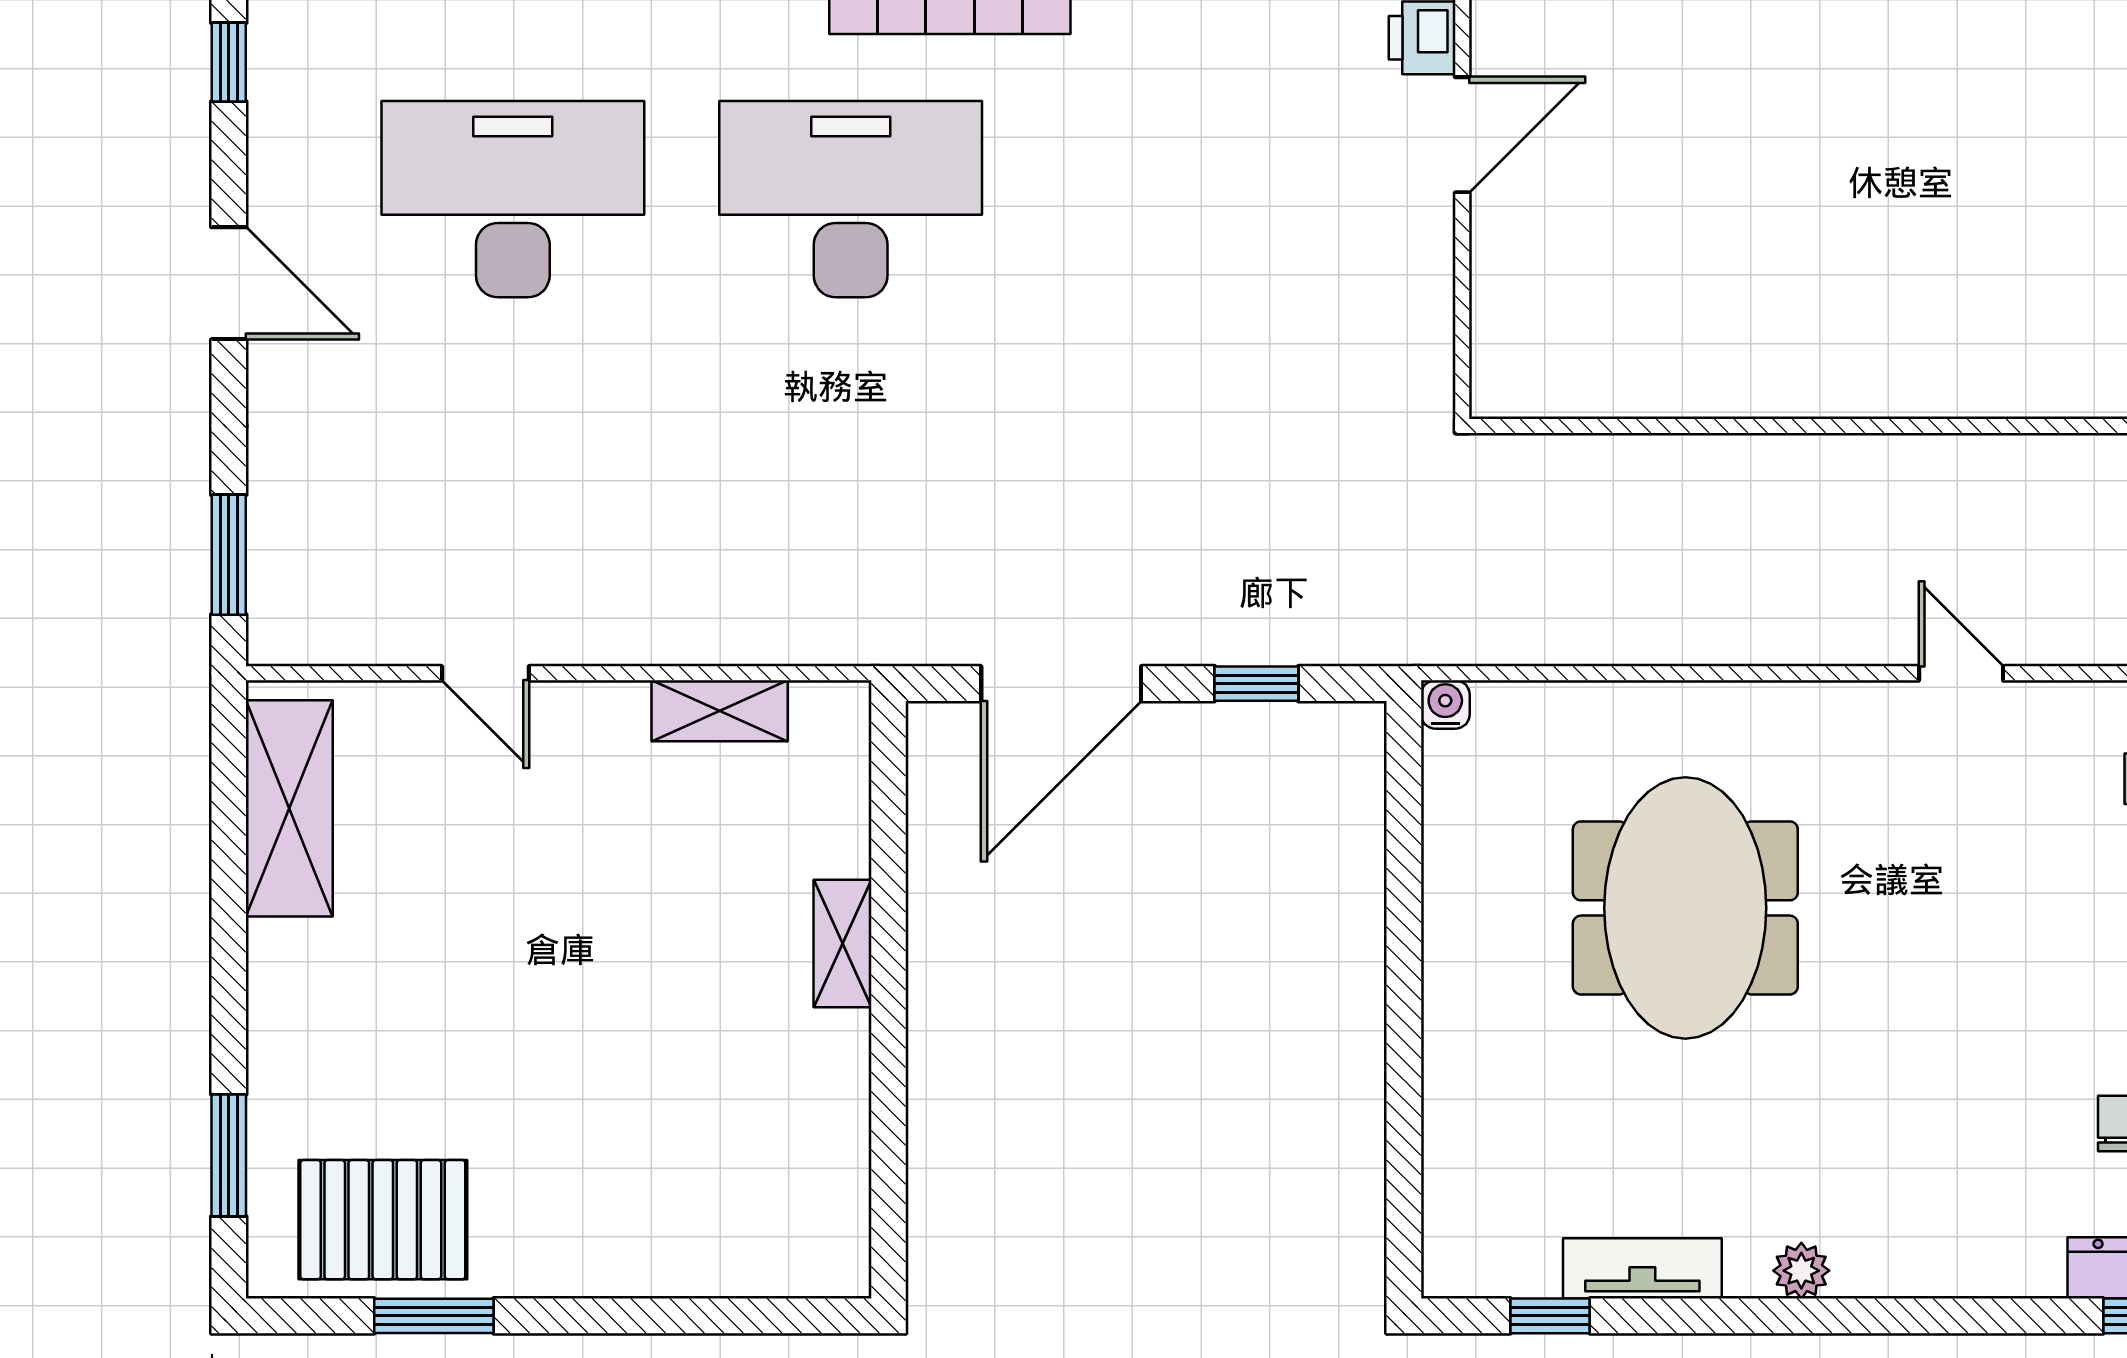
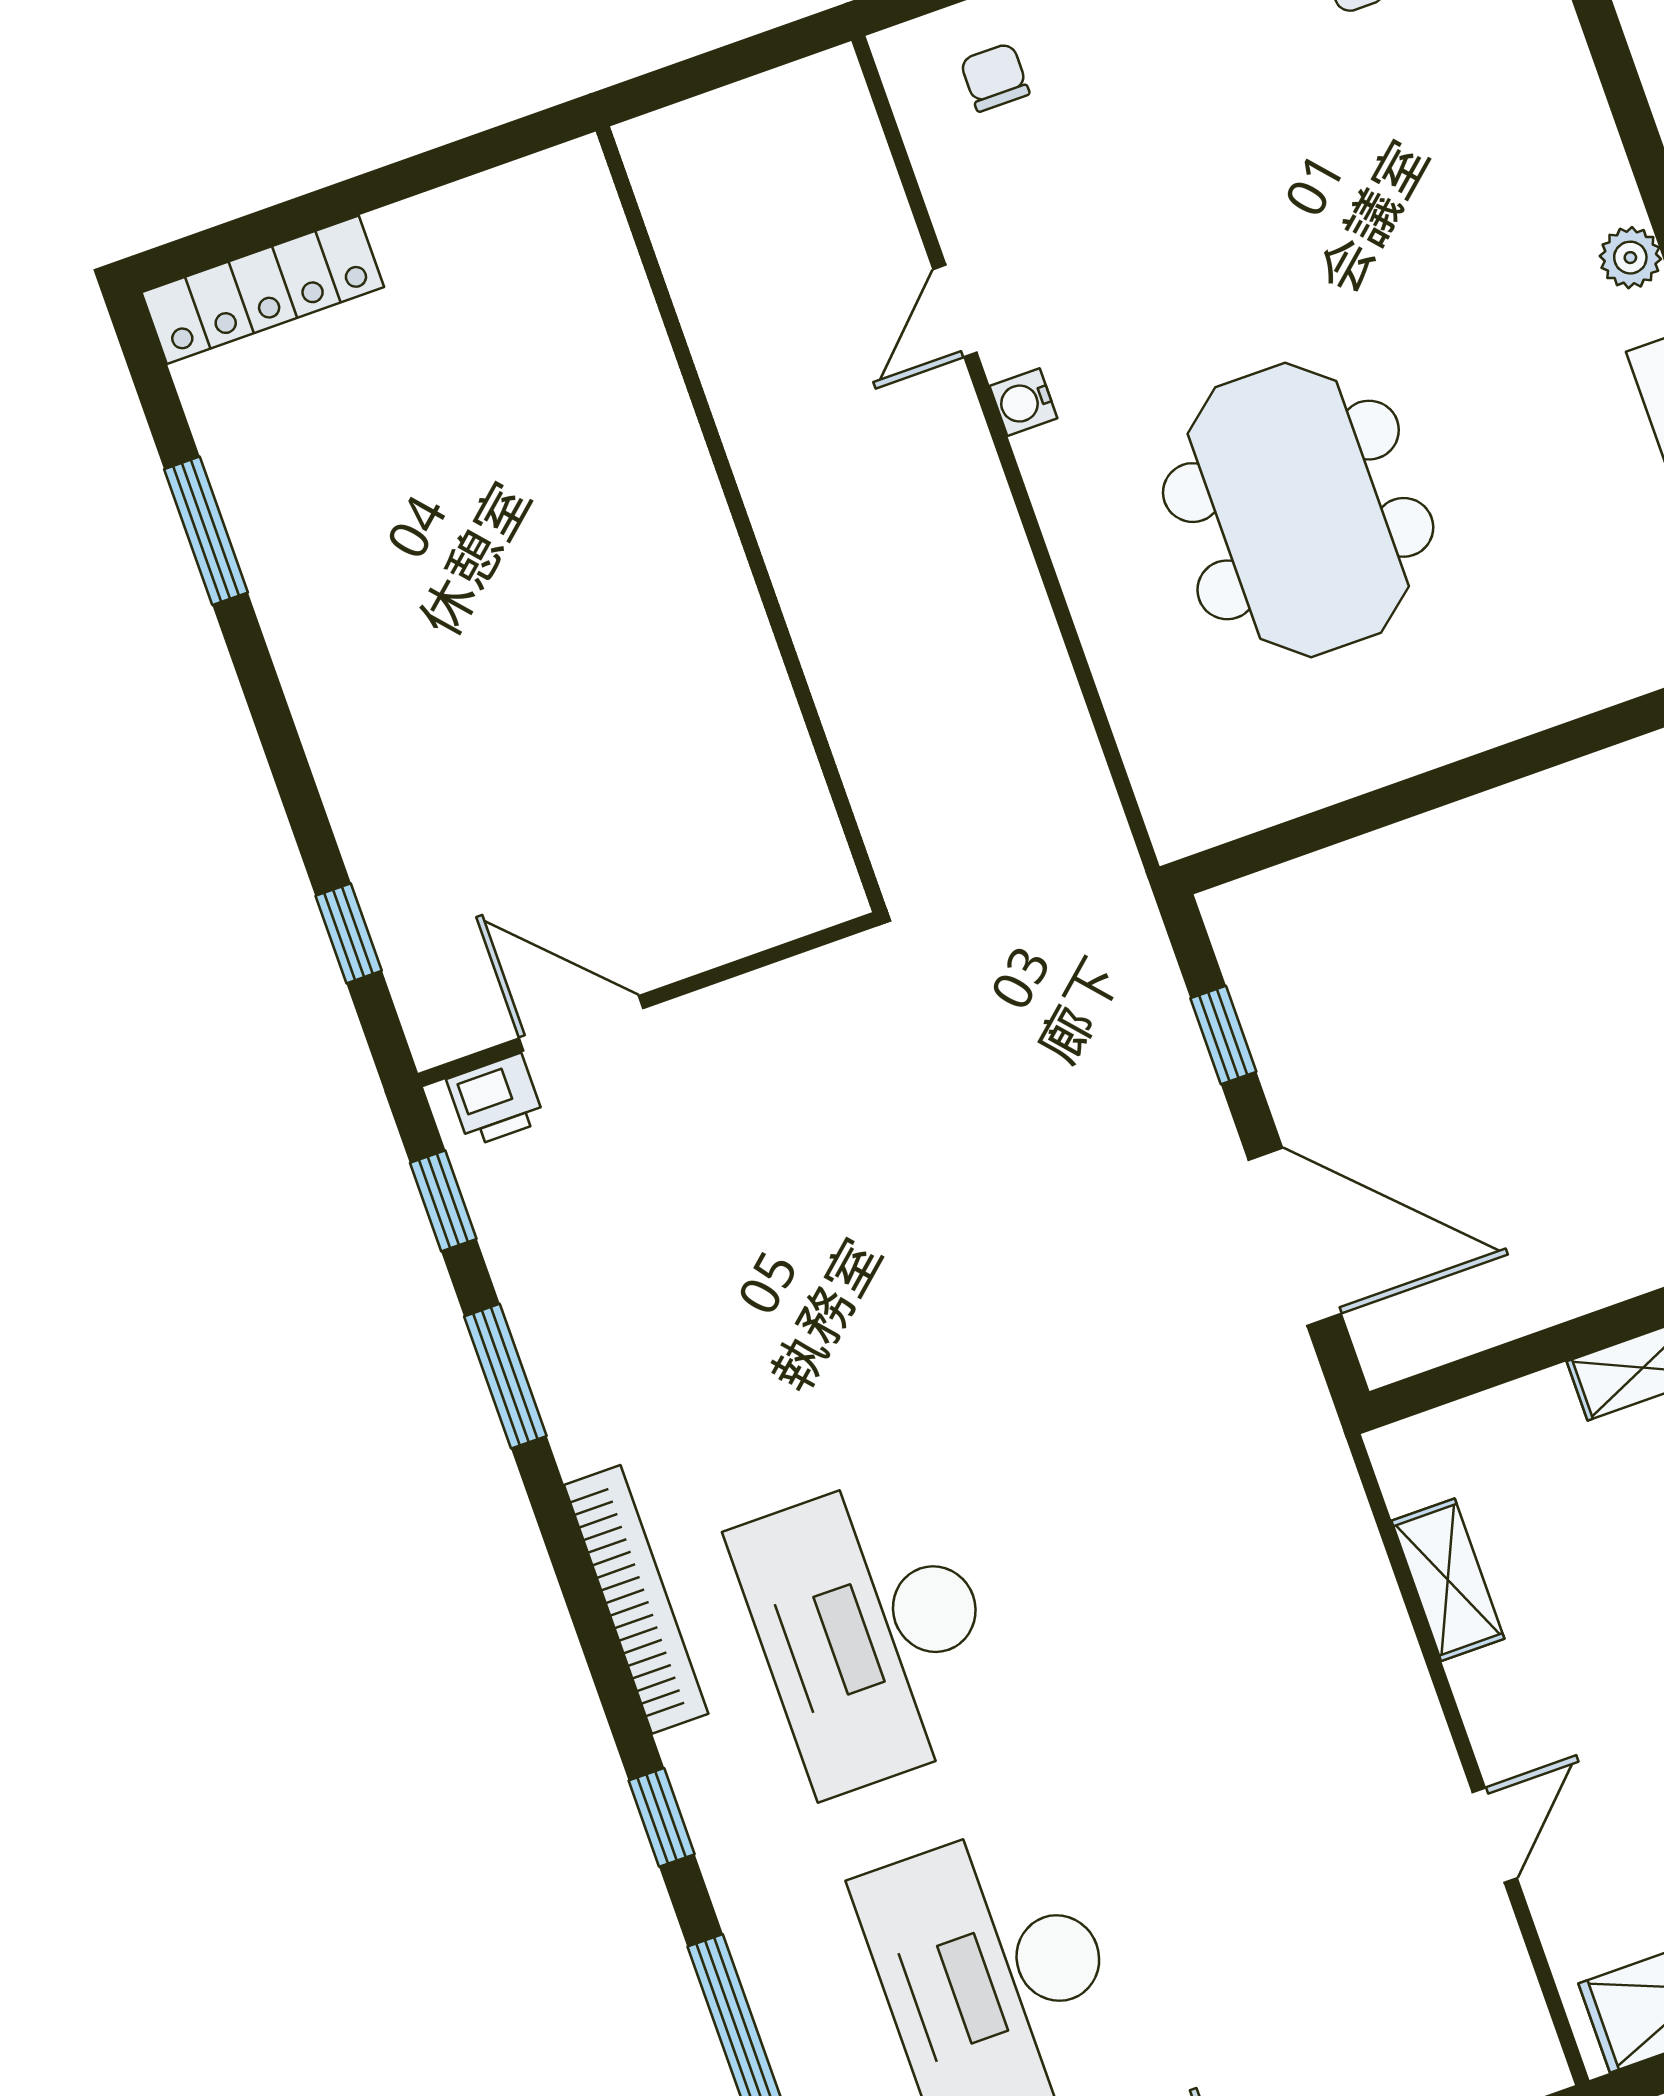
water cooler: (1445, 704) -> (1023, 402), moved
meeting table: (1685, 908) -> (1298, 510), turned 90

